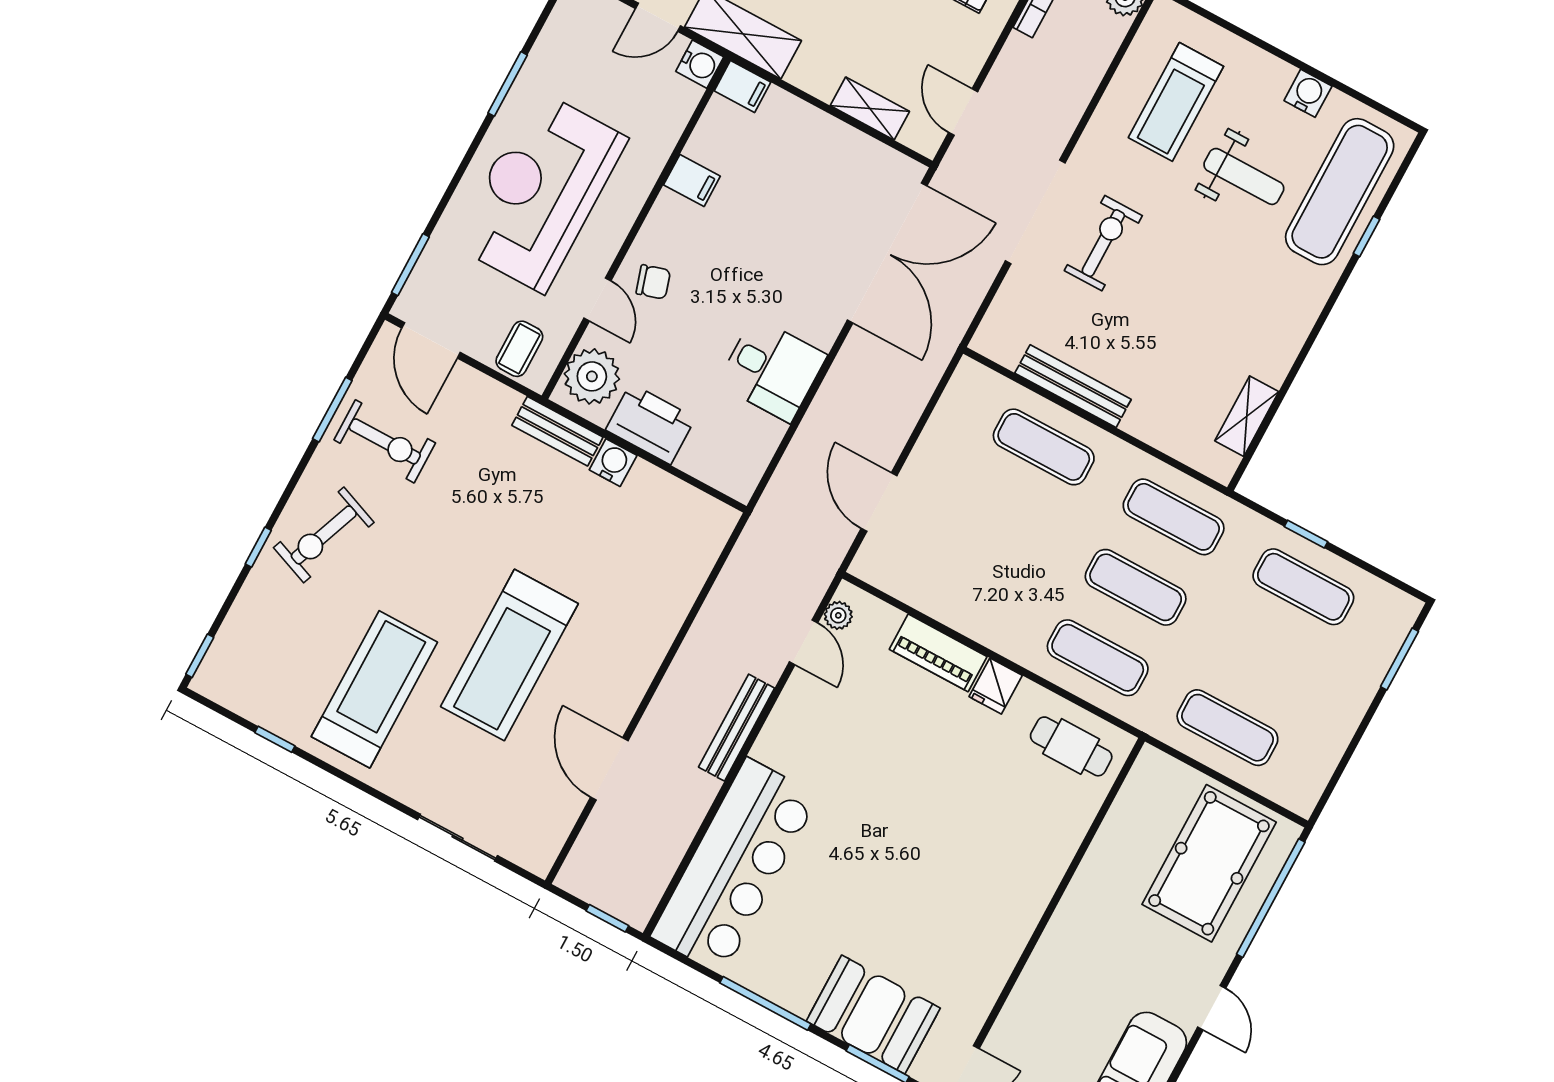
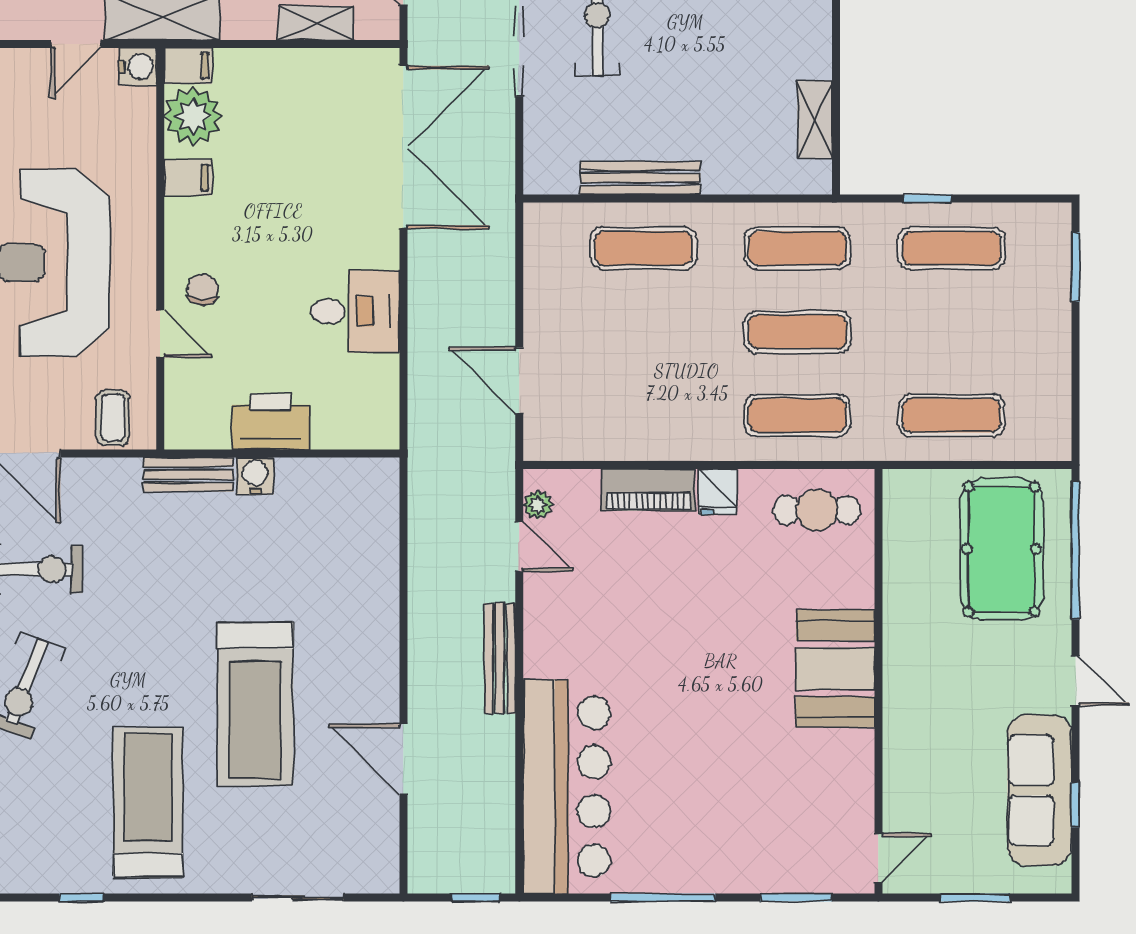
chair: (653, 282) -> (203, 290), turned -70
plant: (592, 376) -> (193, 116), moved
booth: (873, 1015) -> (835, 669), moved, turned 90

